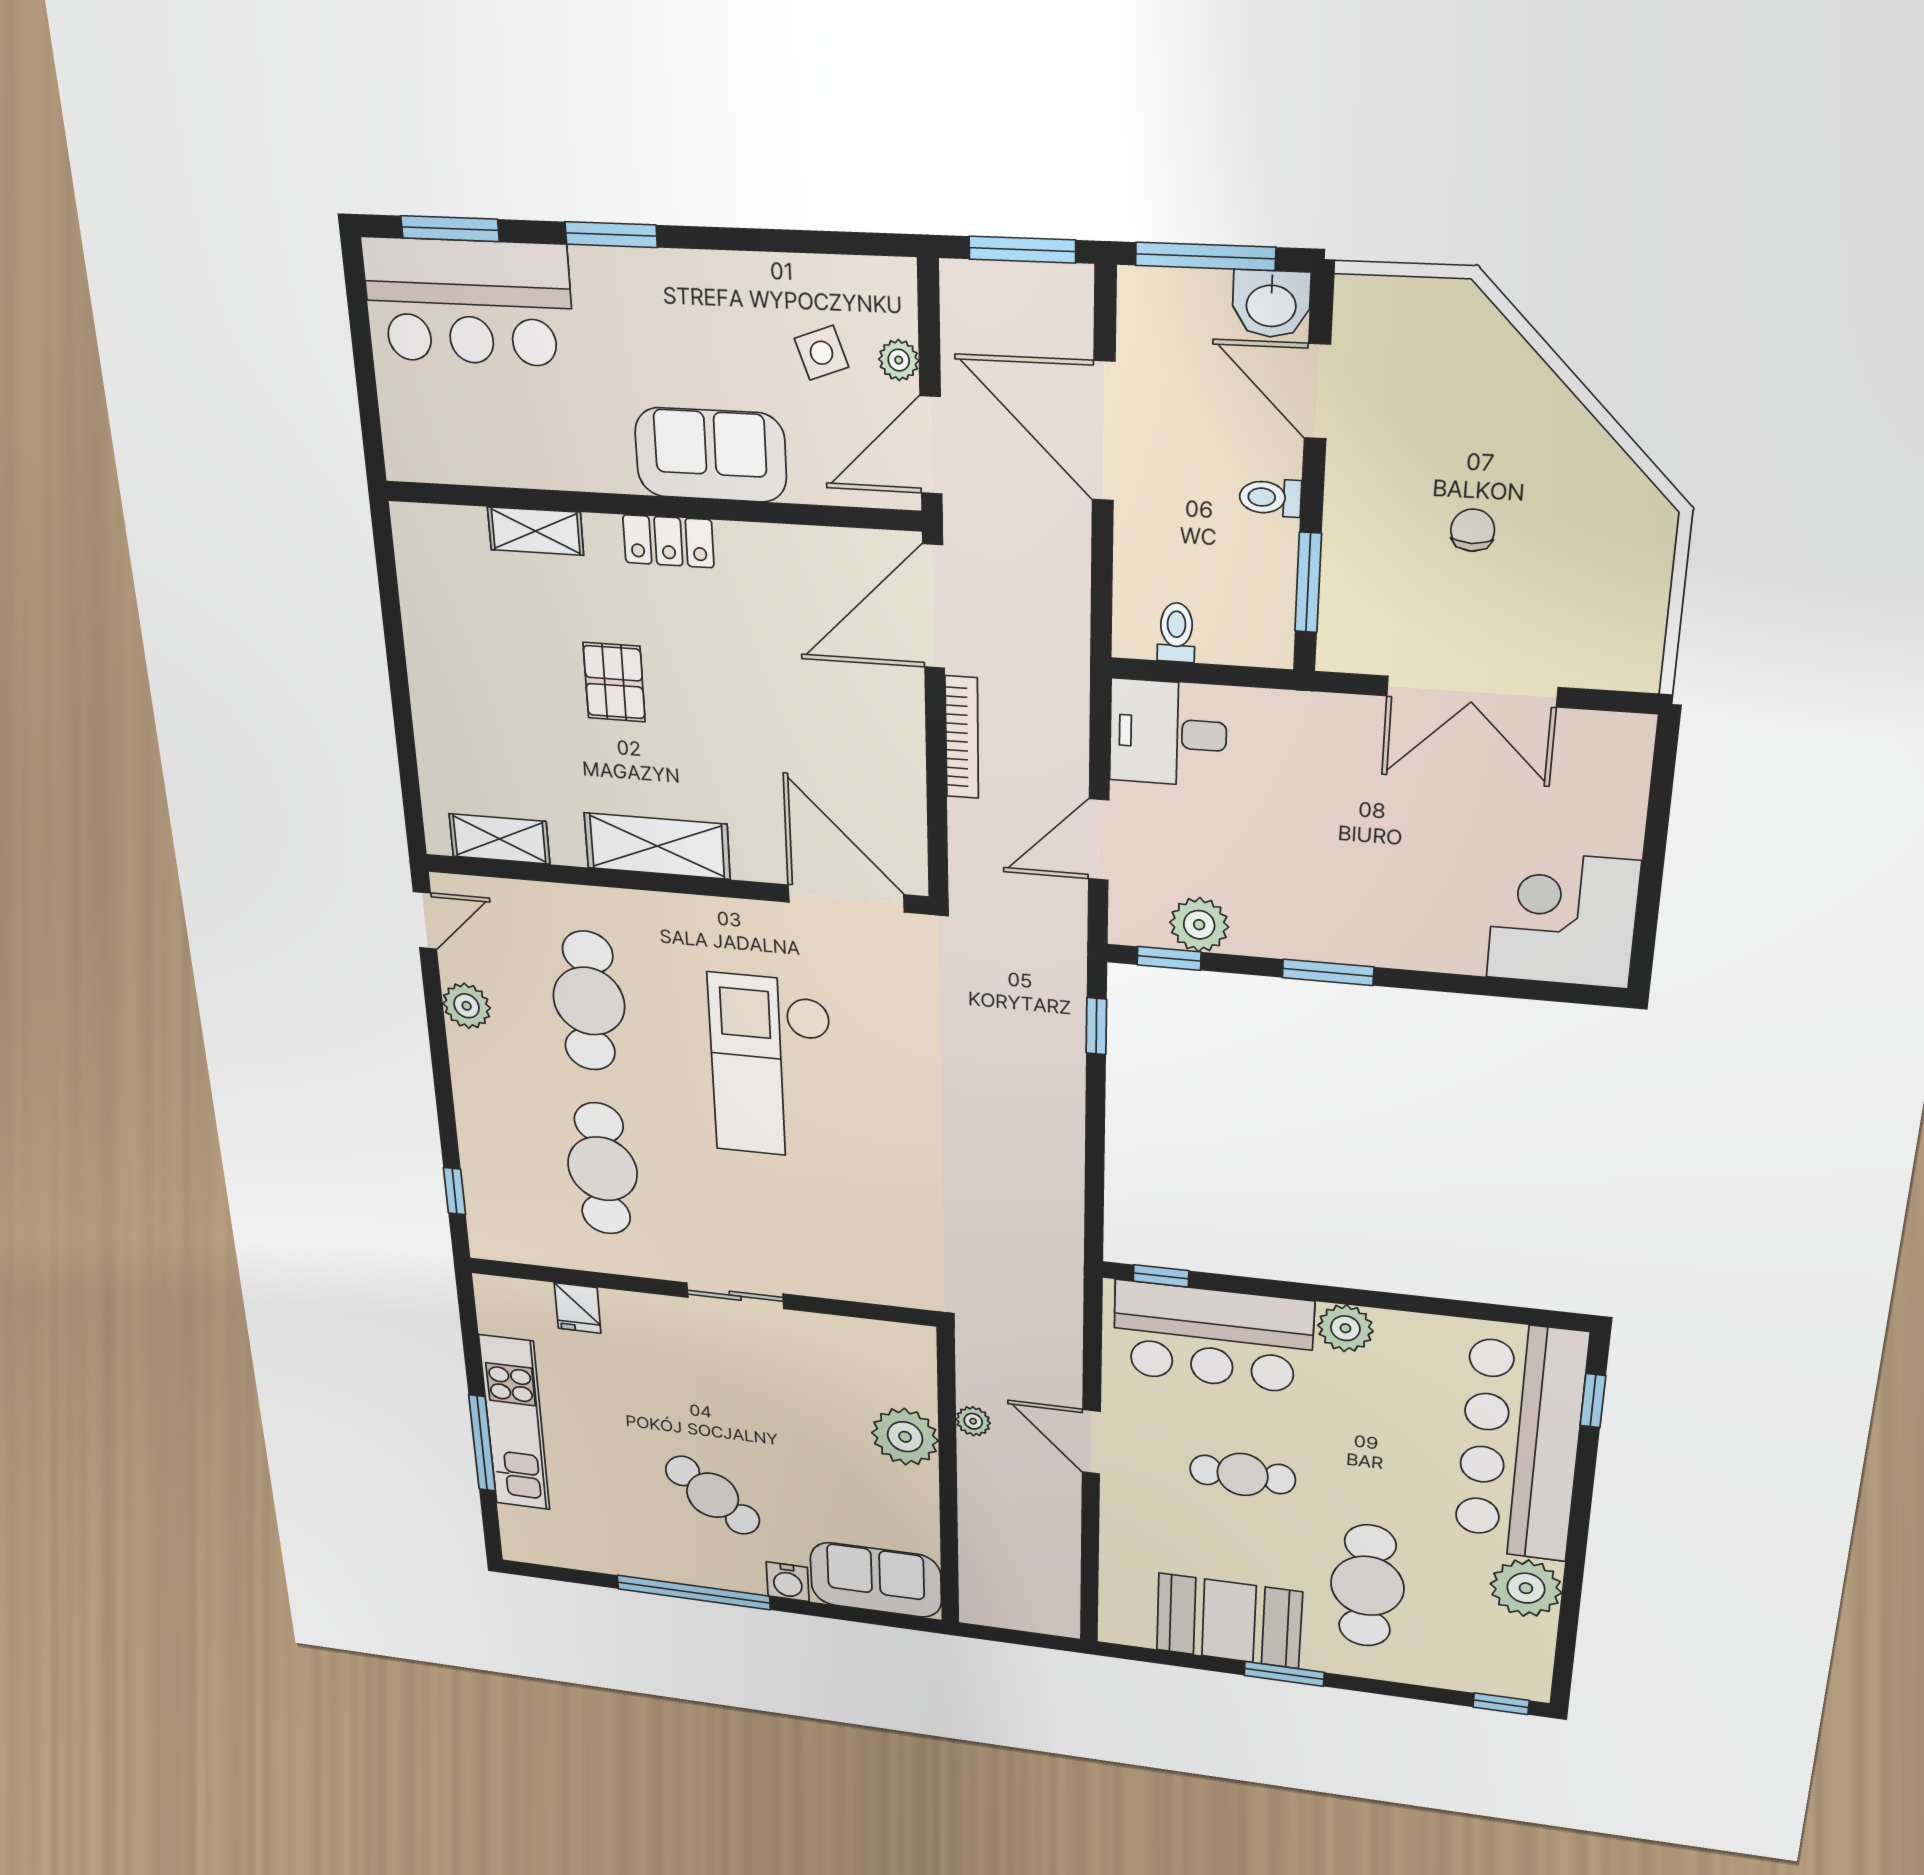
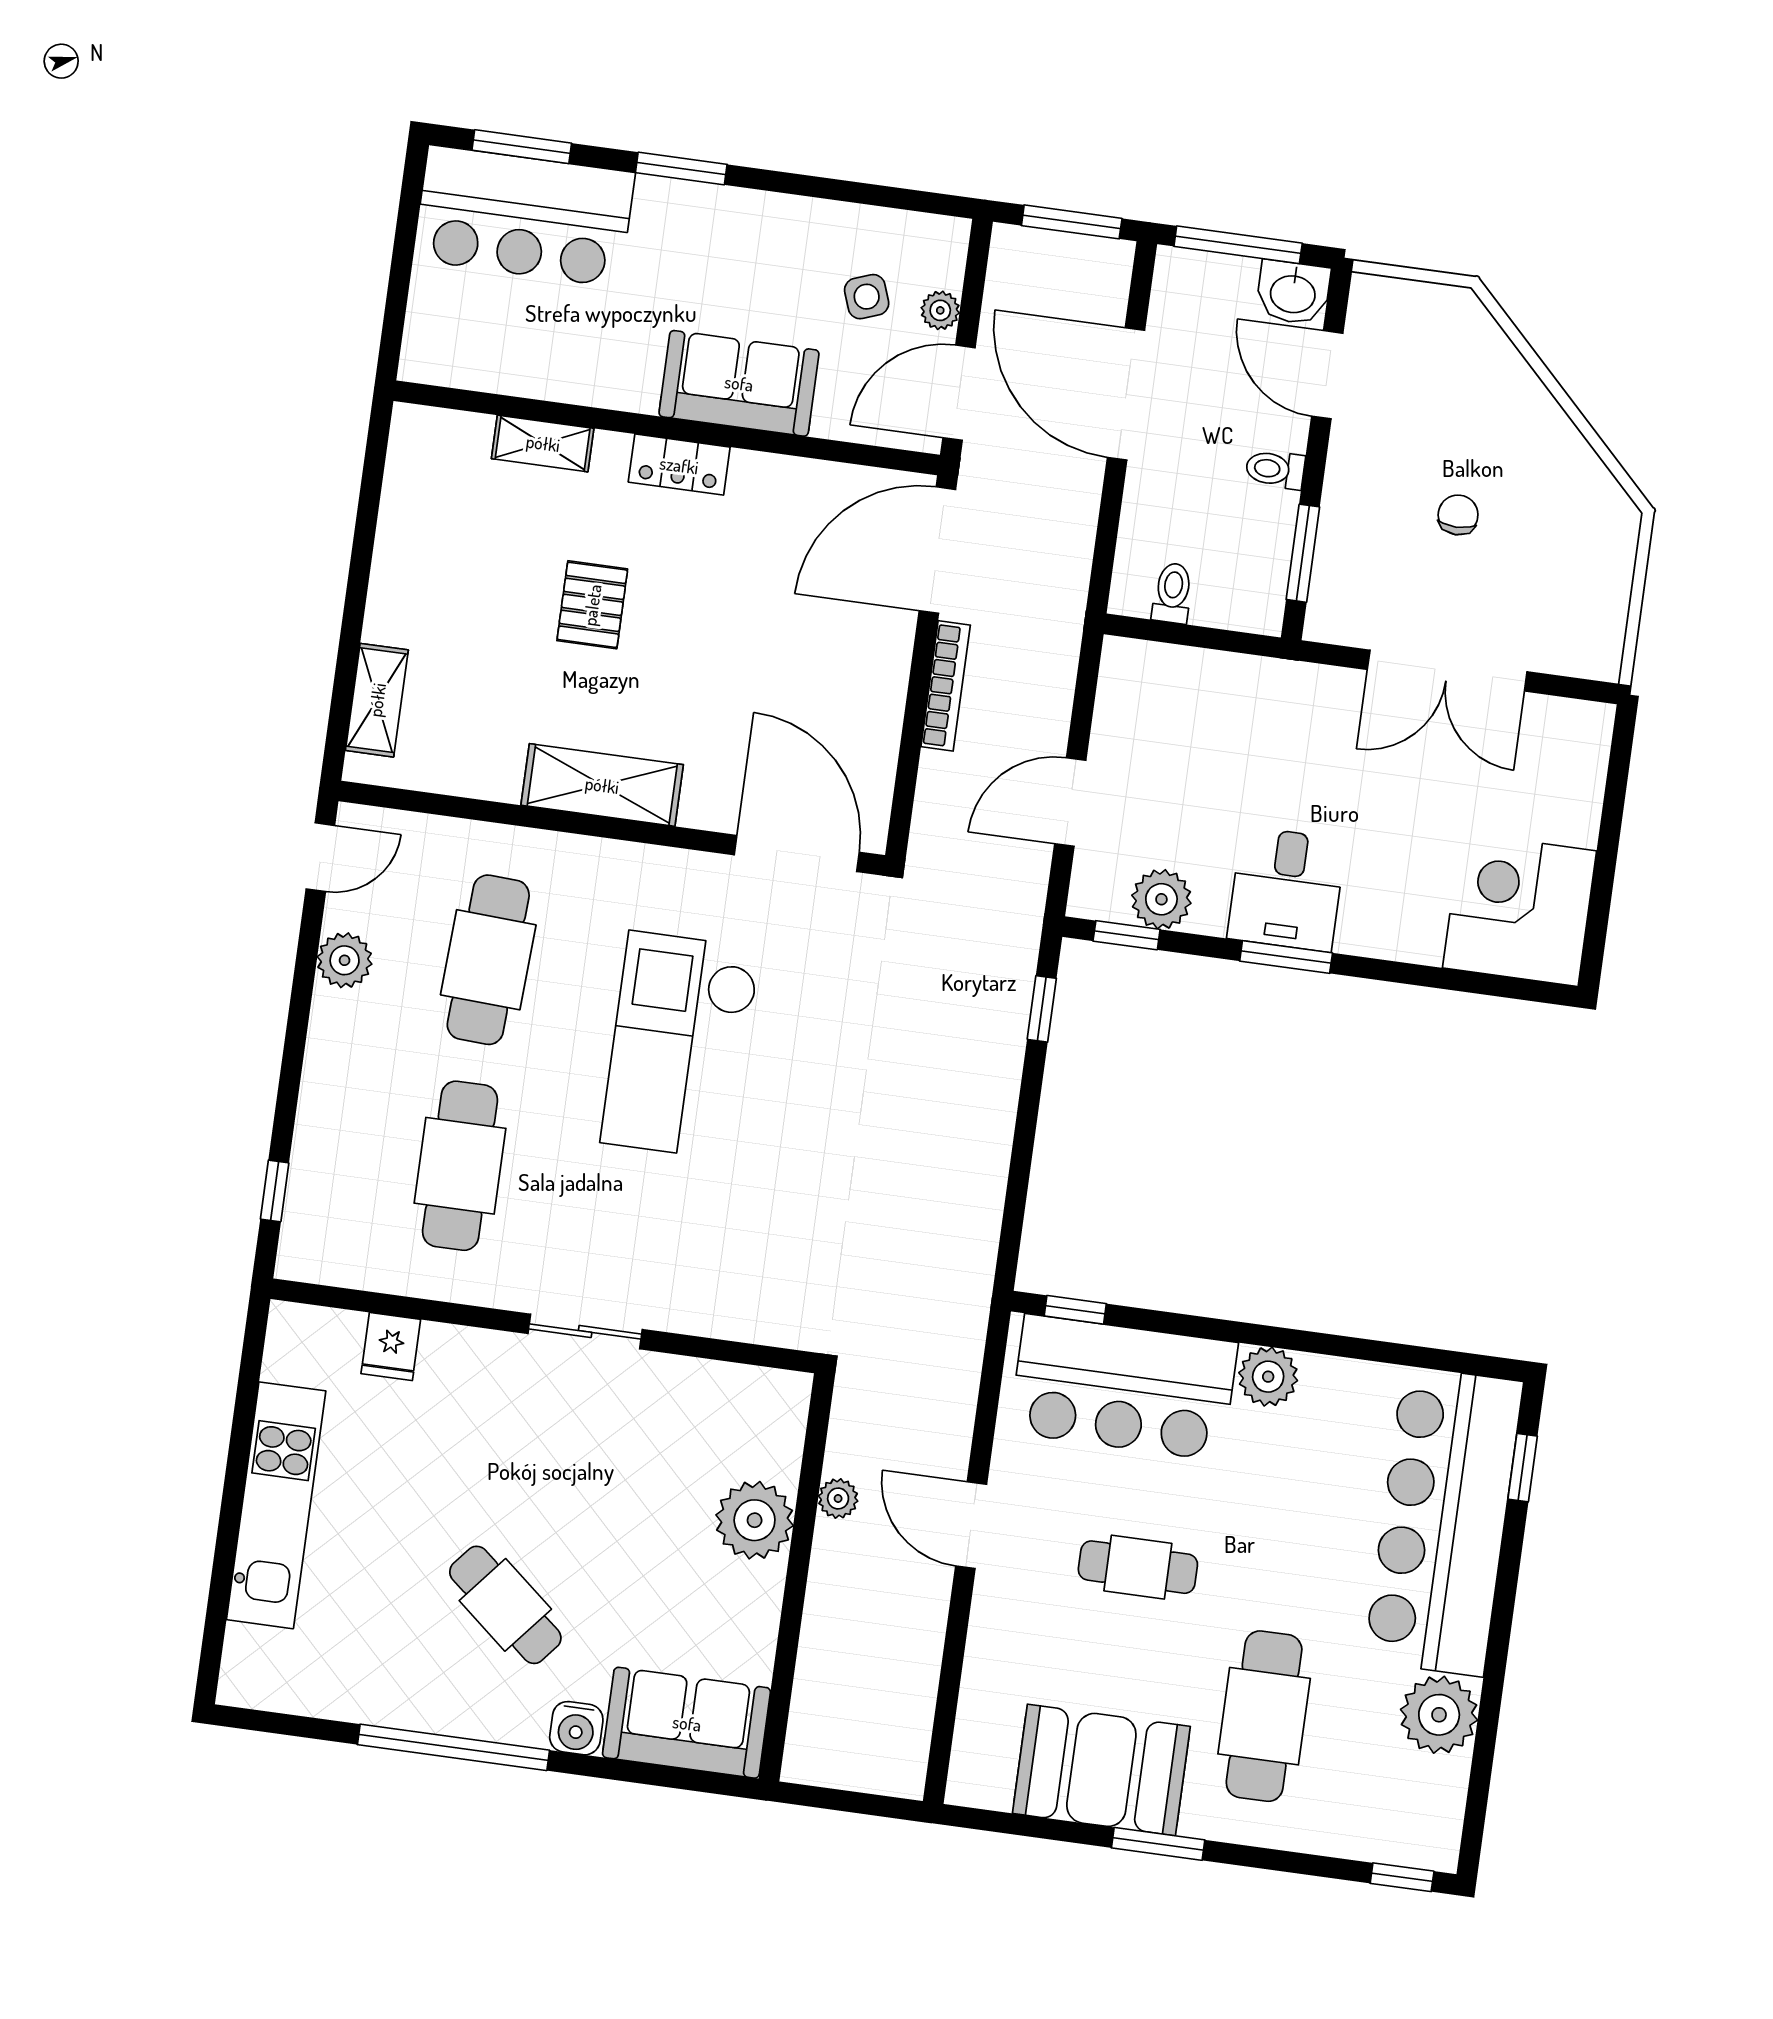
desk: (1168, 733) -> (1286, 889), moved, turned -90
shelving: (499, 839) -> (377, 700), moved, turned 90
window: (482, 1443) -> (228, 1534), removed

